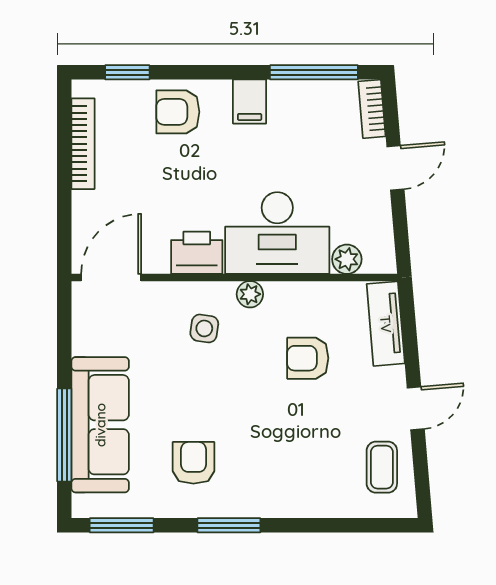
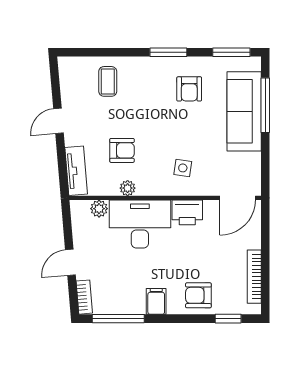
armchair: (178, 112) -> (198, 295), turned 180
plant: (250, 294) -> (128, 188), moved
coffee table: (382, 467) -> (108, 81), moved

